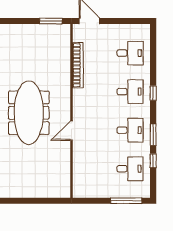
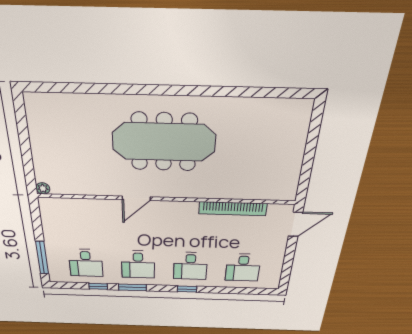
window: (51, 21) -> (305, 176), removed
door: (72, 131) -> (136, 198), swing flipped
plant: (66, 193) -> (43, 188), added

